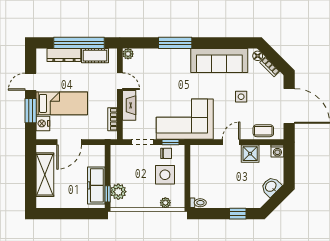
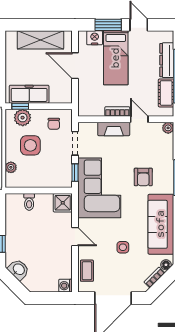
armchair: (174, 77) -> (143, 177), added
door: (120, 81) -> (139, 119), swing flipped
bookcase: (113, 119) -> (117, 111), moved
chair: (166, 153) -> (54, 124), moved
shower: (250, 154) -> (63, 203), moved
side table: (165, 175) -> (30, 145), moved
washbasin: (271, 187) -> (19, 270), moved
toilet: (198, 203) -> (29, 202), moved

